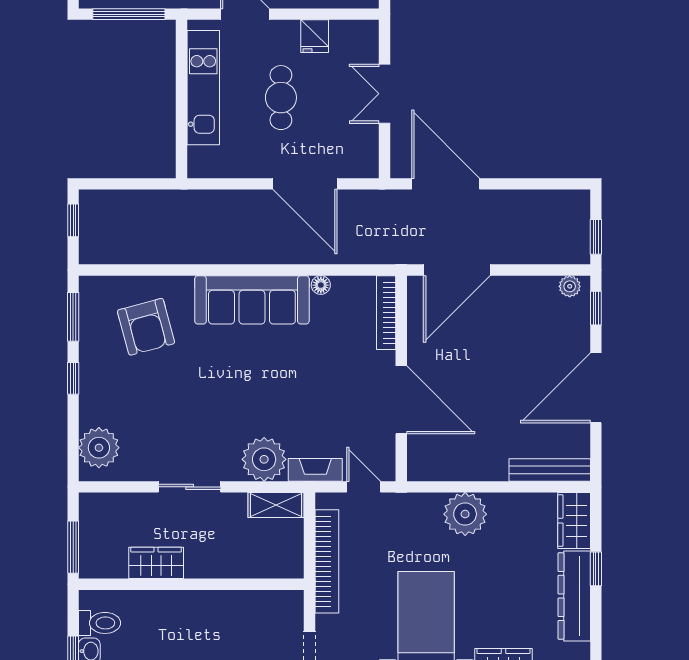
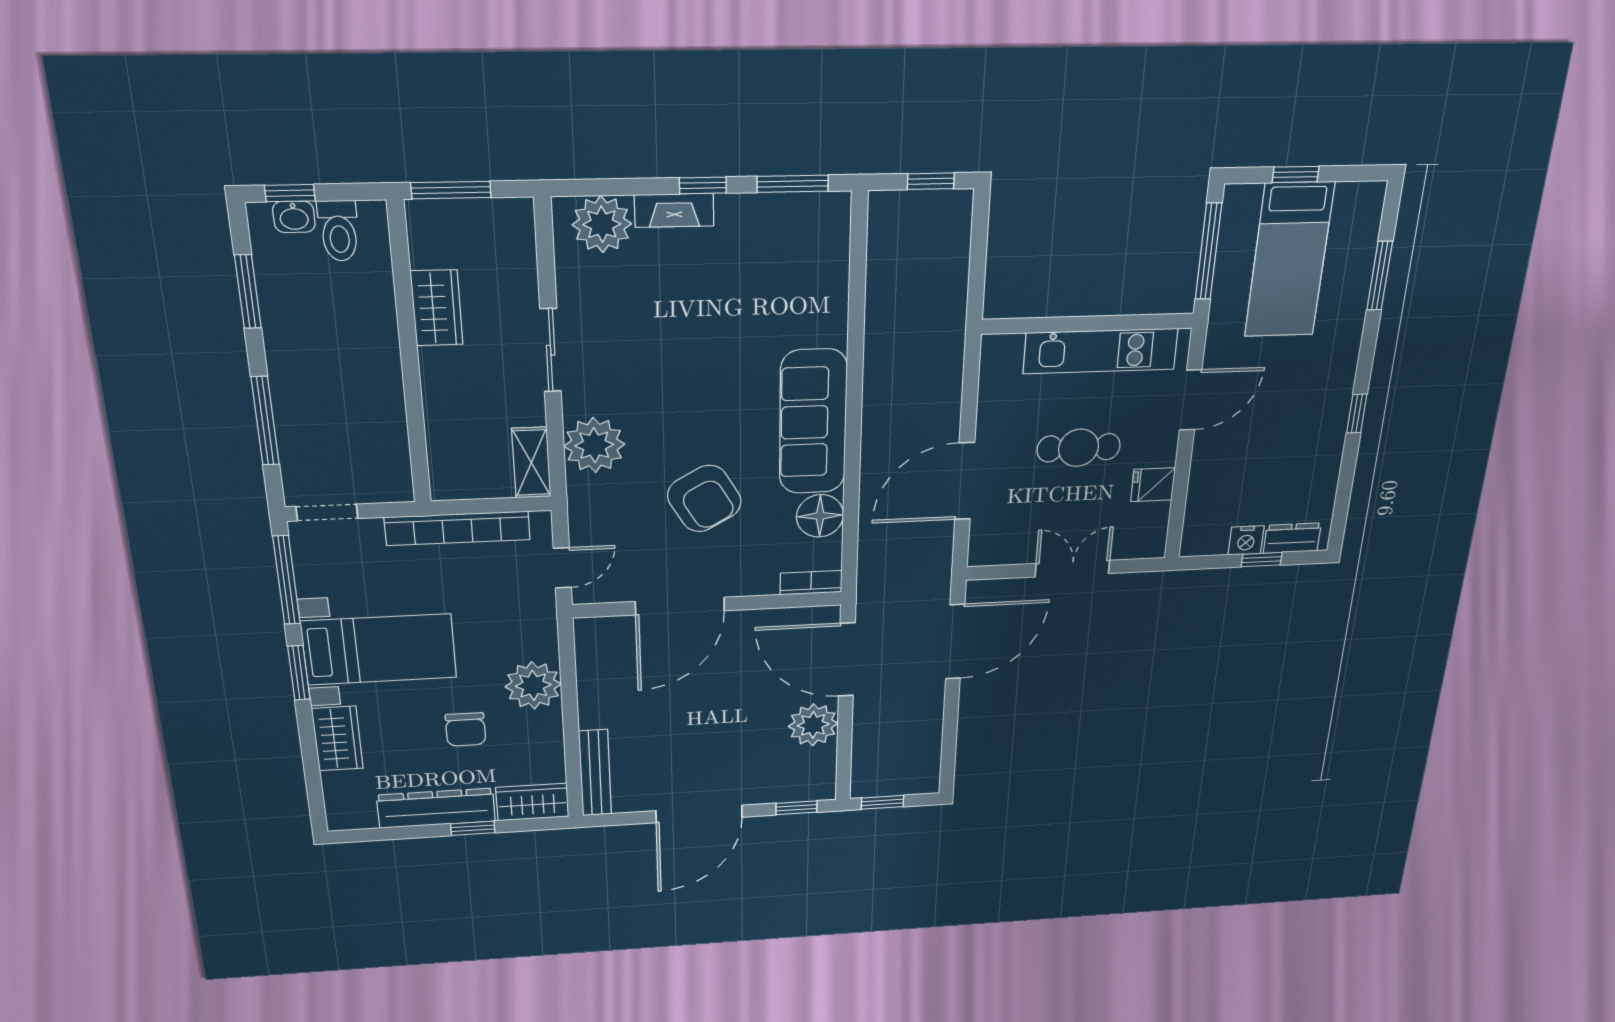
floor lamp: (321, 285) -> (820, 516), width x1.89, depth x1.89
plant: (570, 286) -> (813, 725), moved, width x1.87, depth x1.87
bookcase: (386, 313) -> (811, 583), width x0.64
armchair: (146, 327) -> (704, 499), moved, turned -105
door: (596, 388) -> (699, 814), swing flipped
fireplace: (315, 470) -> (674, 210), moved, turned 90
chair: (502, 568) -> (466, 729), added

